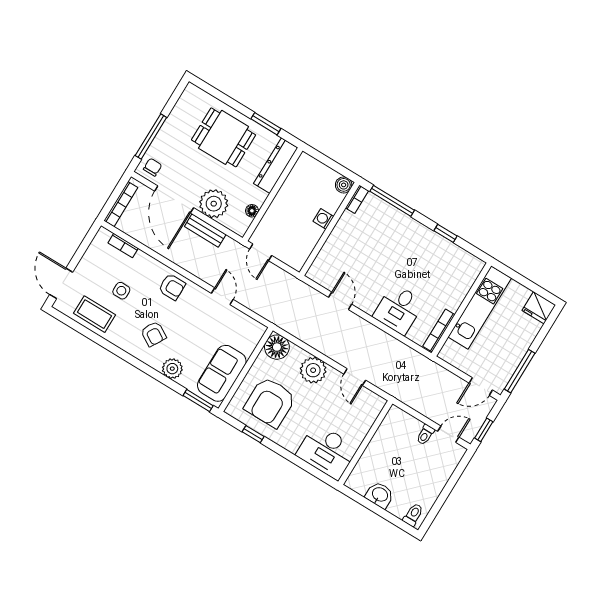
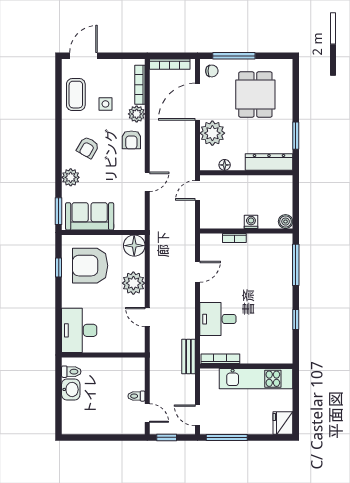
dining table: (224, 137) -> (255, 94), moved
bookcase: (357, 199) -> (234, 238), moved
bench: (205, 230) -> (189, 357), moved
bookcase: (123, 246) -> (140, 85), width x1.56
plant: (150, 266) -> (137, 114), added
door: (355, 377) -> (147, 317), hinge flipped
toilet: (413, 515) -> (71, 372), moved

